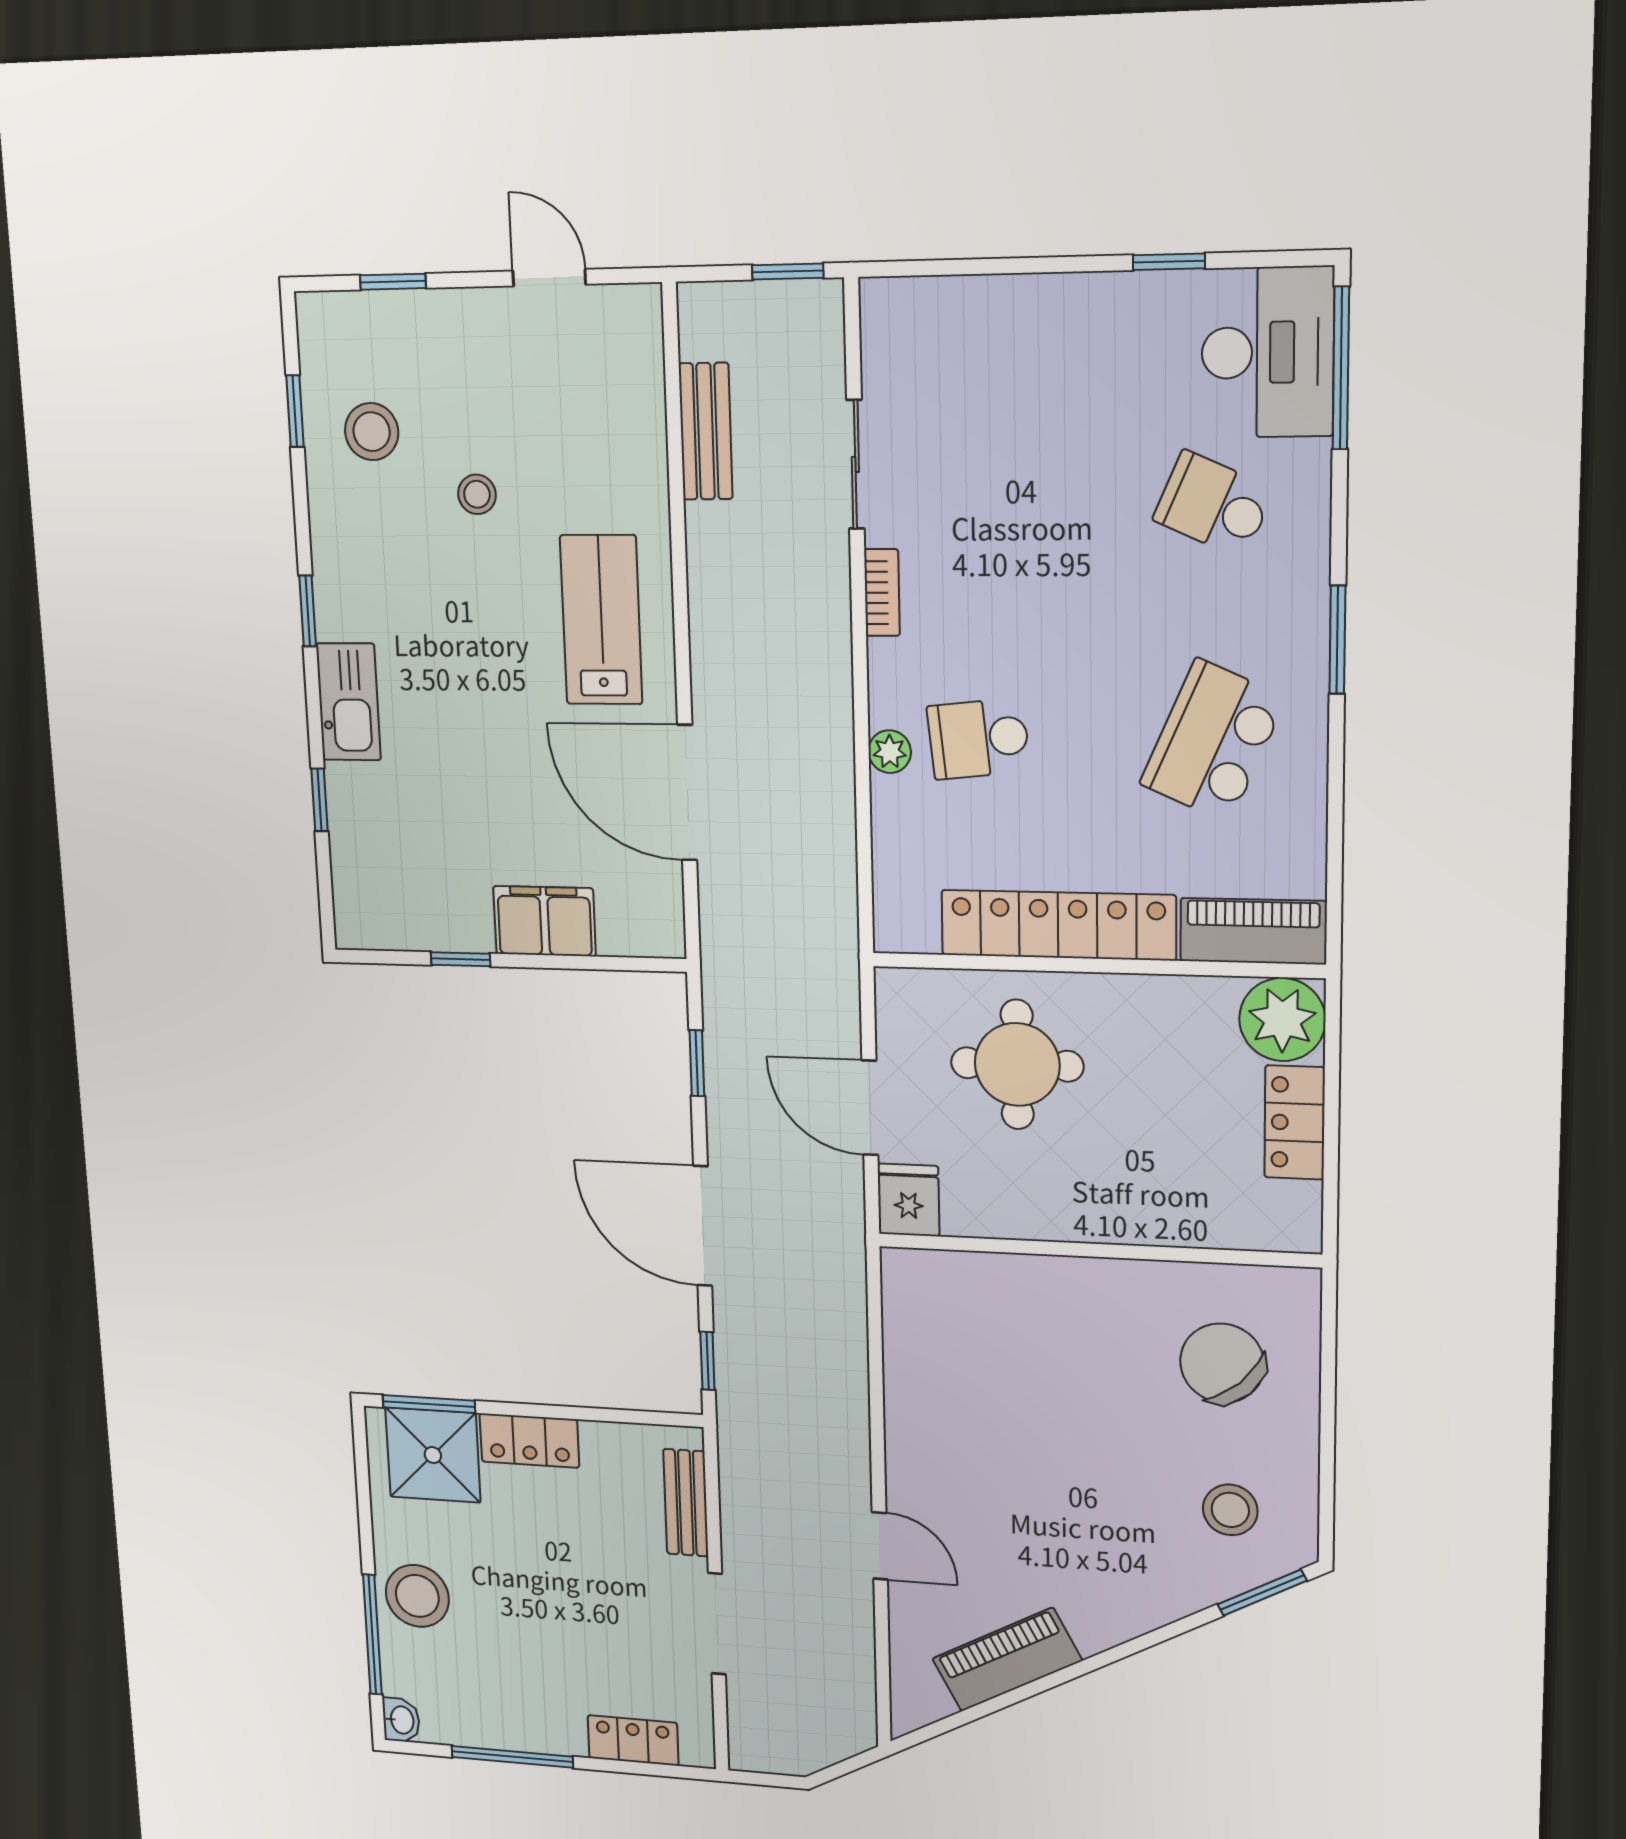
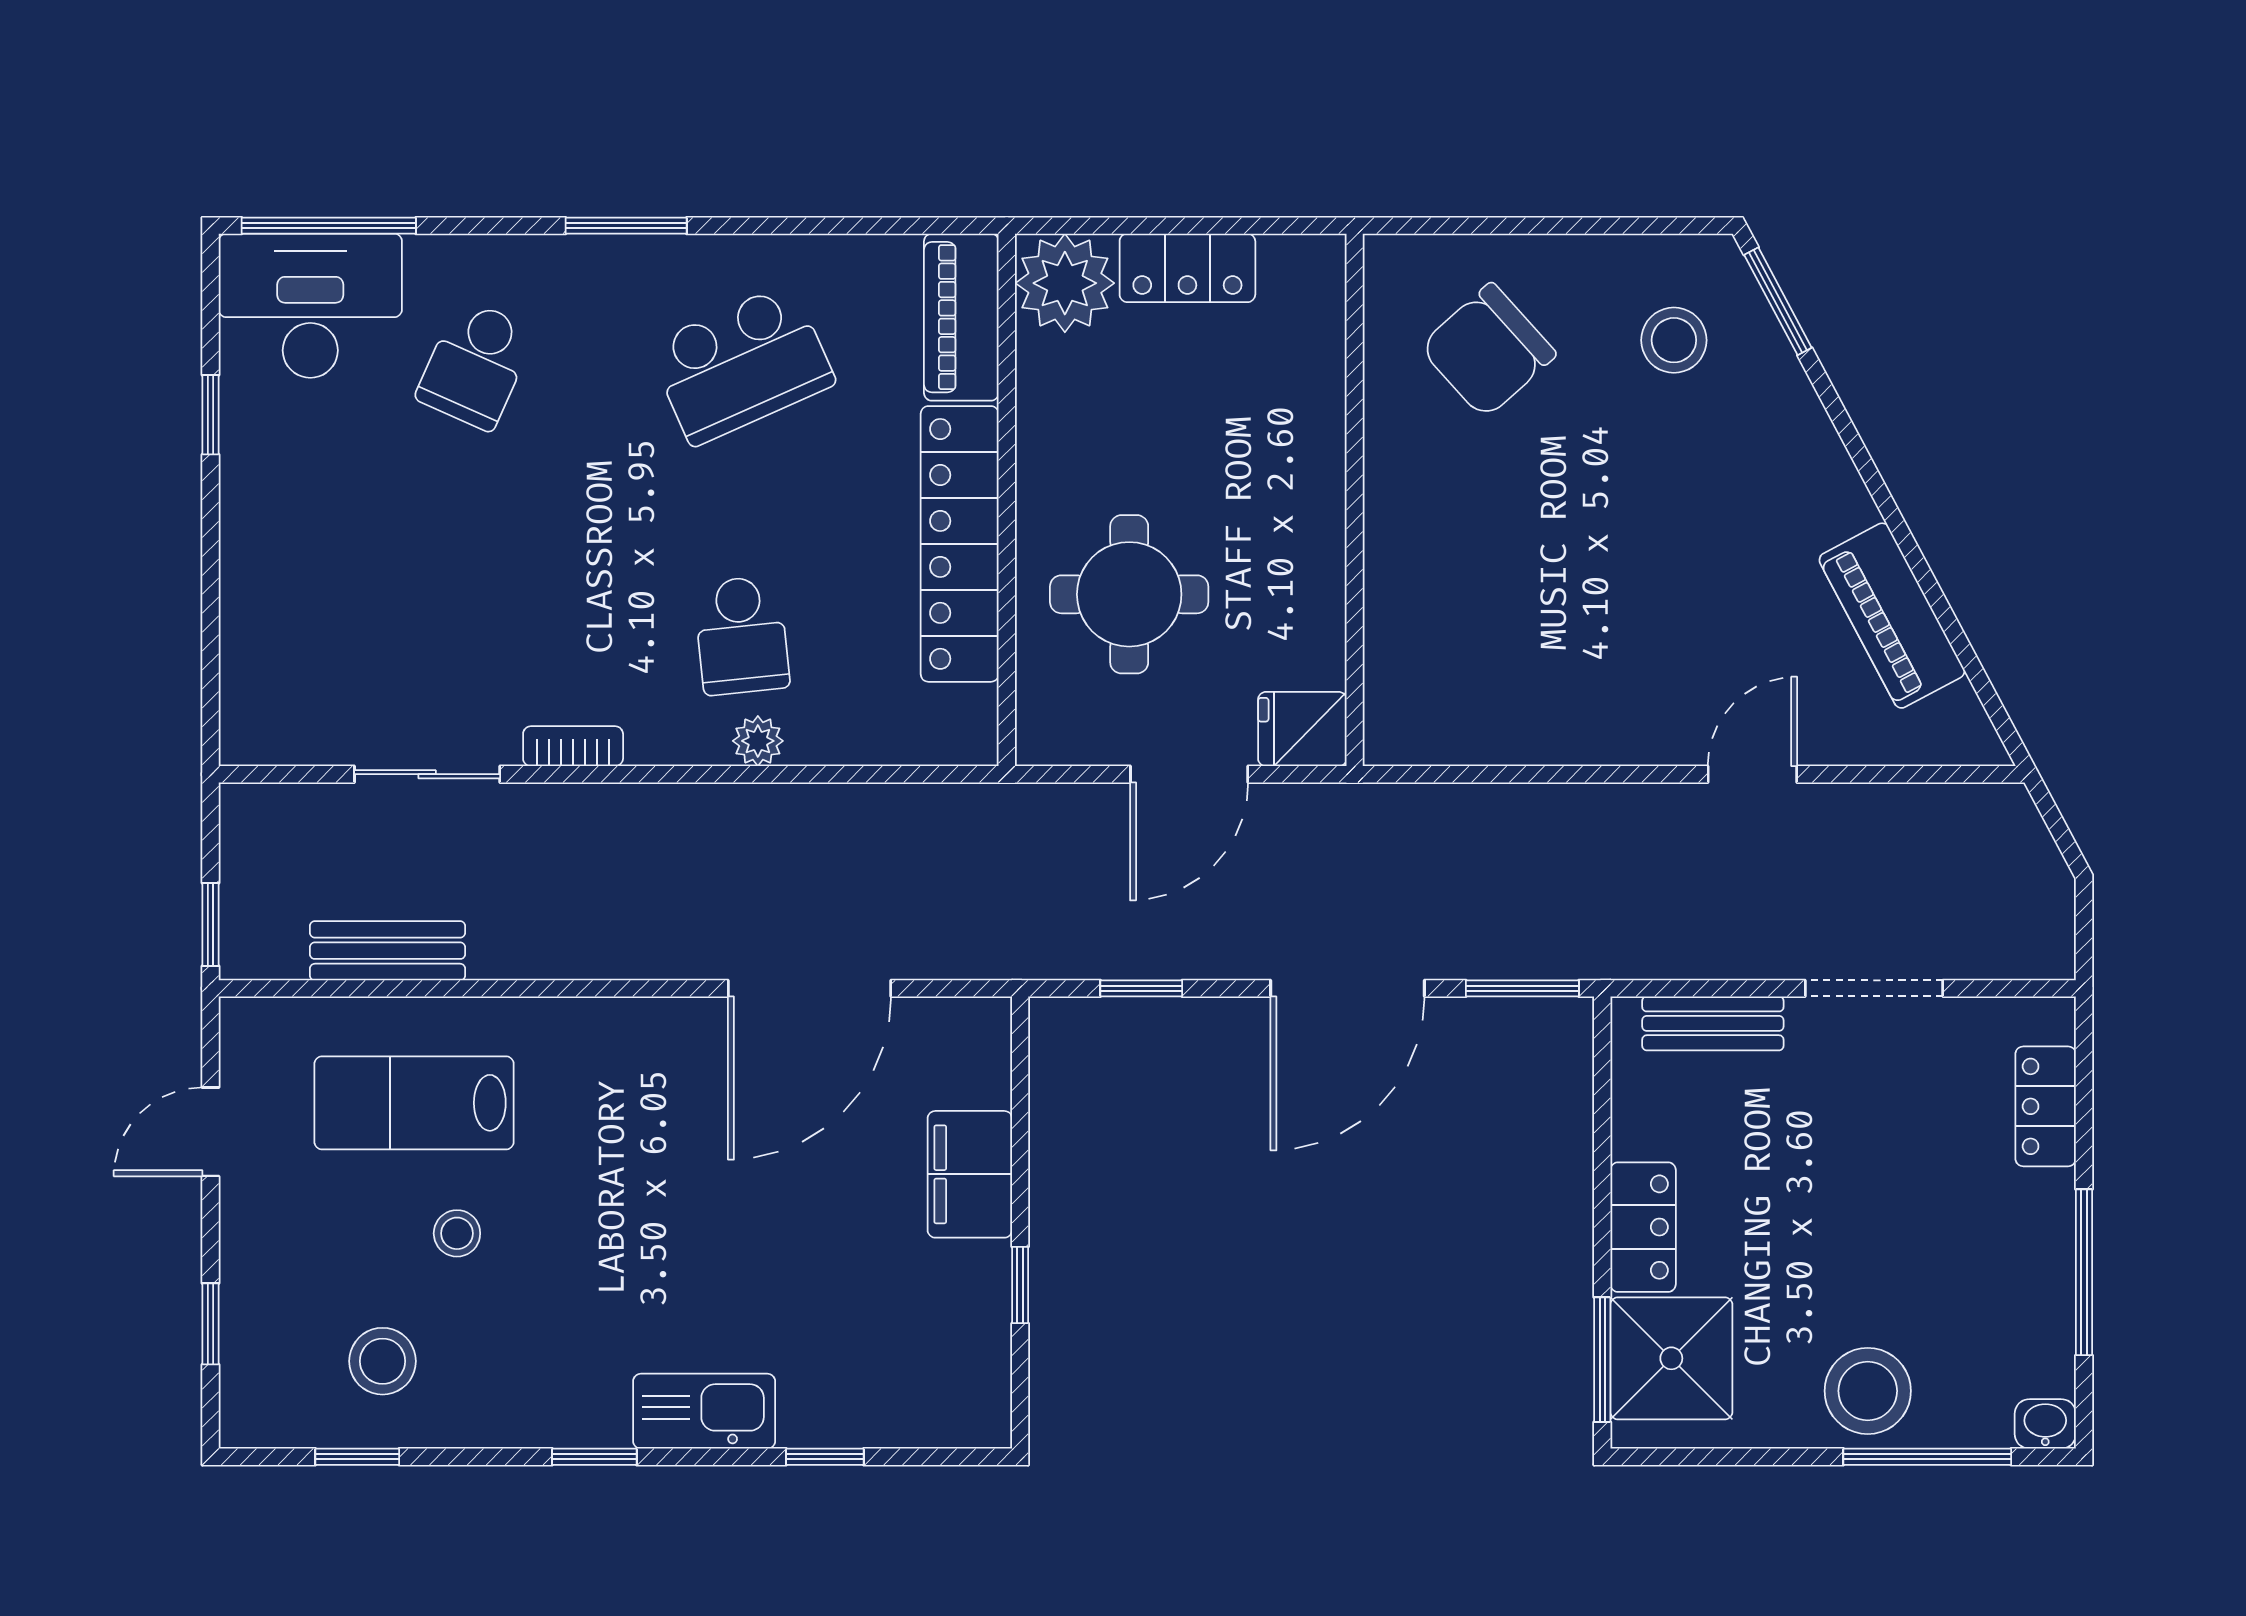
window: (788, 272) -> (210, 924), moved
lab bench: (601, 620) -> (414, 1103), moved
school desk: (1213, 741) -> (742, 364), turned -48
window: (708, 1361) -> (1522, 988), width x1.50

